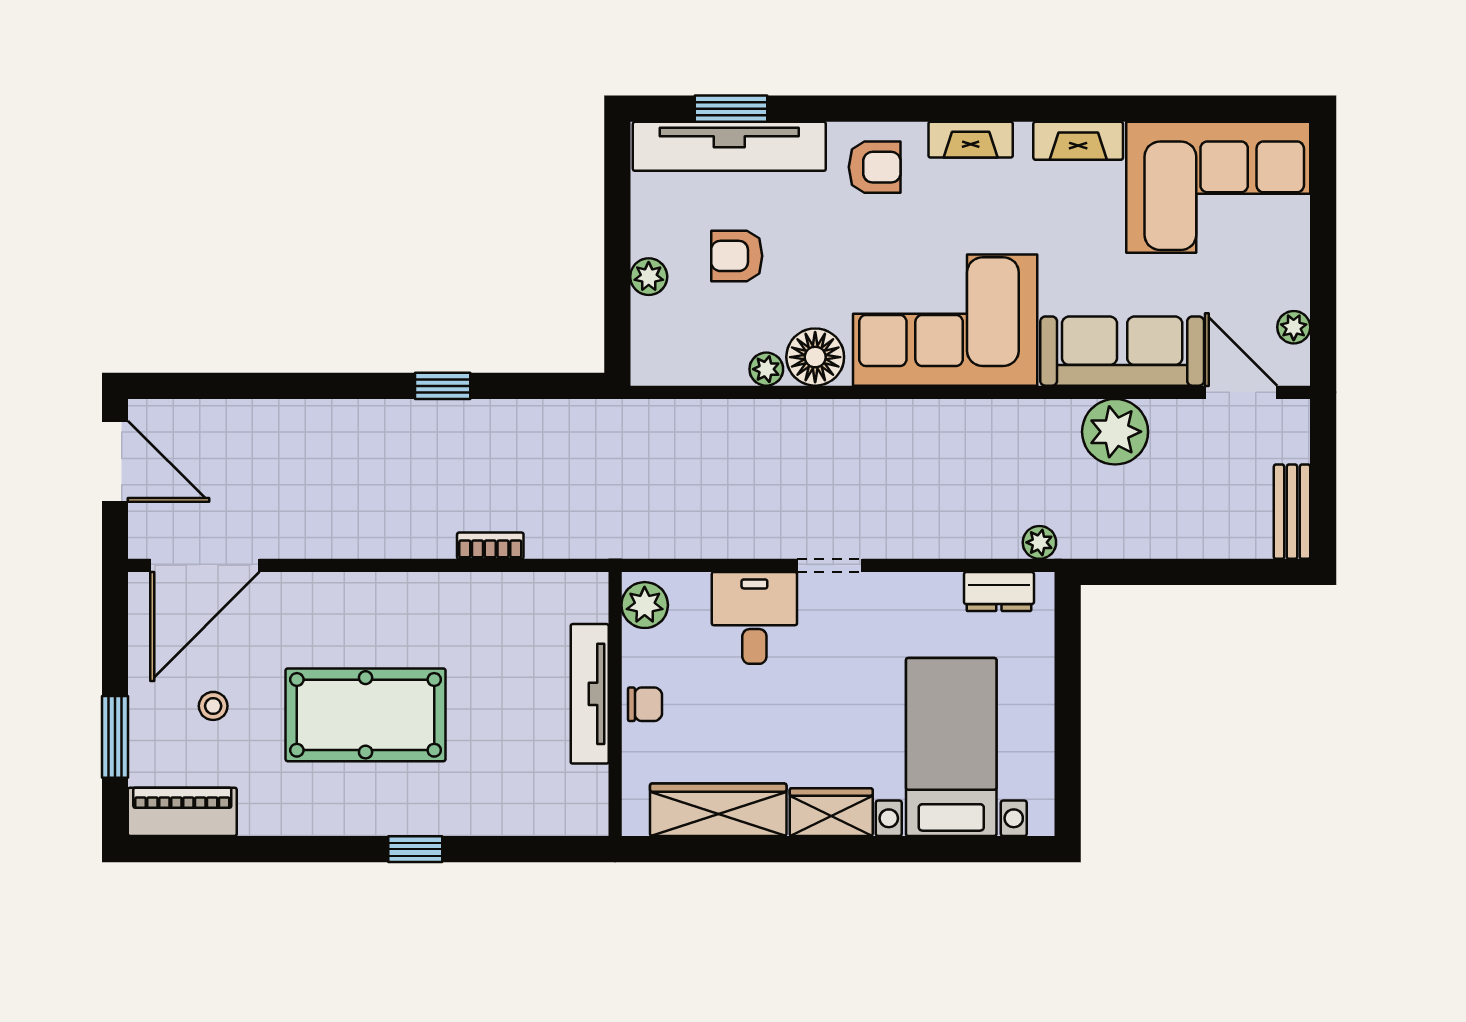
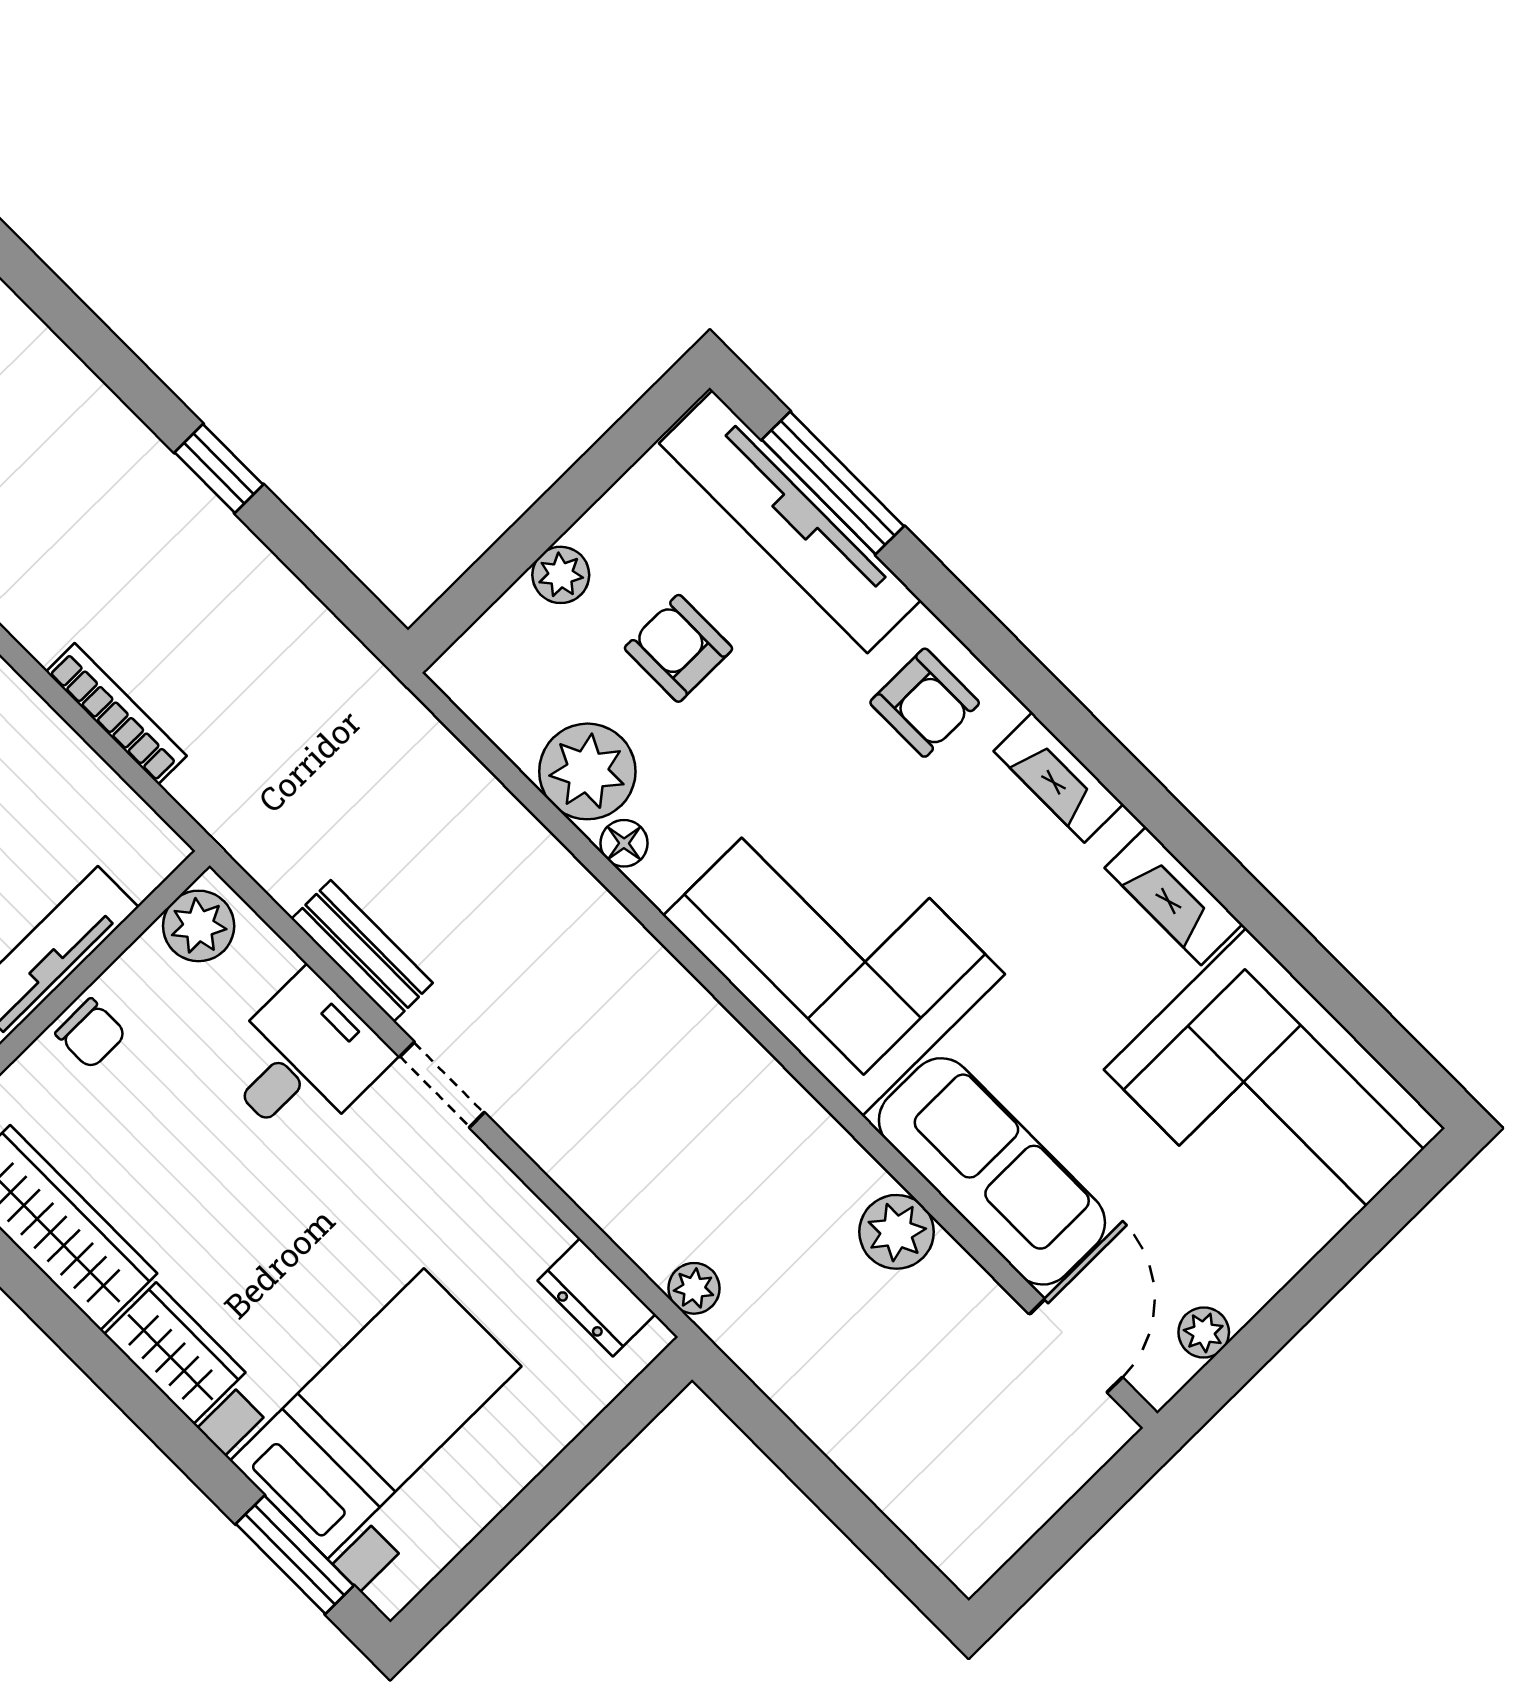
window: (731, 109) -> (833, 483), width x1.44
floor lamp: (815, 357) -> (624, 843), width x0.53, depth x0.53
plant: (766, 369) -> (587, 771), width x1.88, depth x1.88
plant: (1115, 432) -> (897, 1232), width x0.73, depth x0.73
bench: (1292, 512) -> (362, 951), moved, turned 90
bookcase: (490, 546) -> (116, 714), width x1.56
window: (979, 849) -> (295, 1555), added

